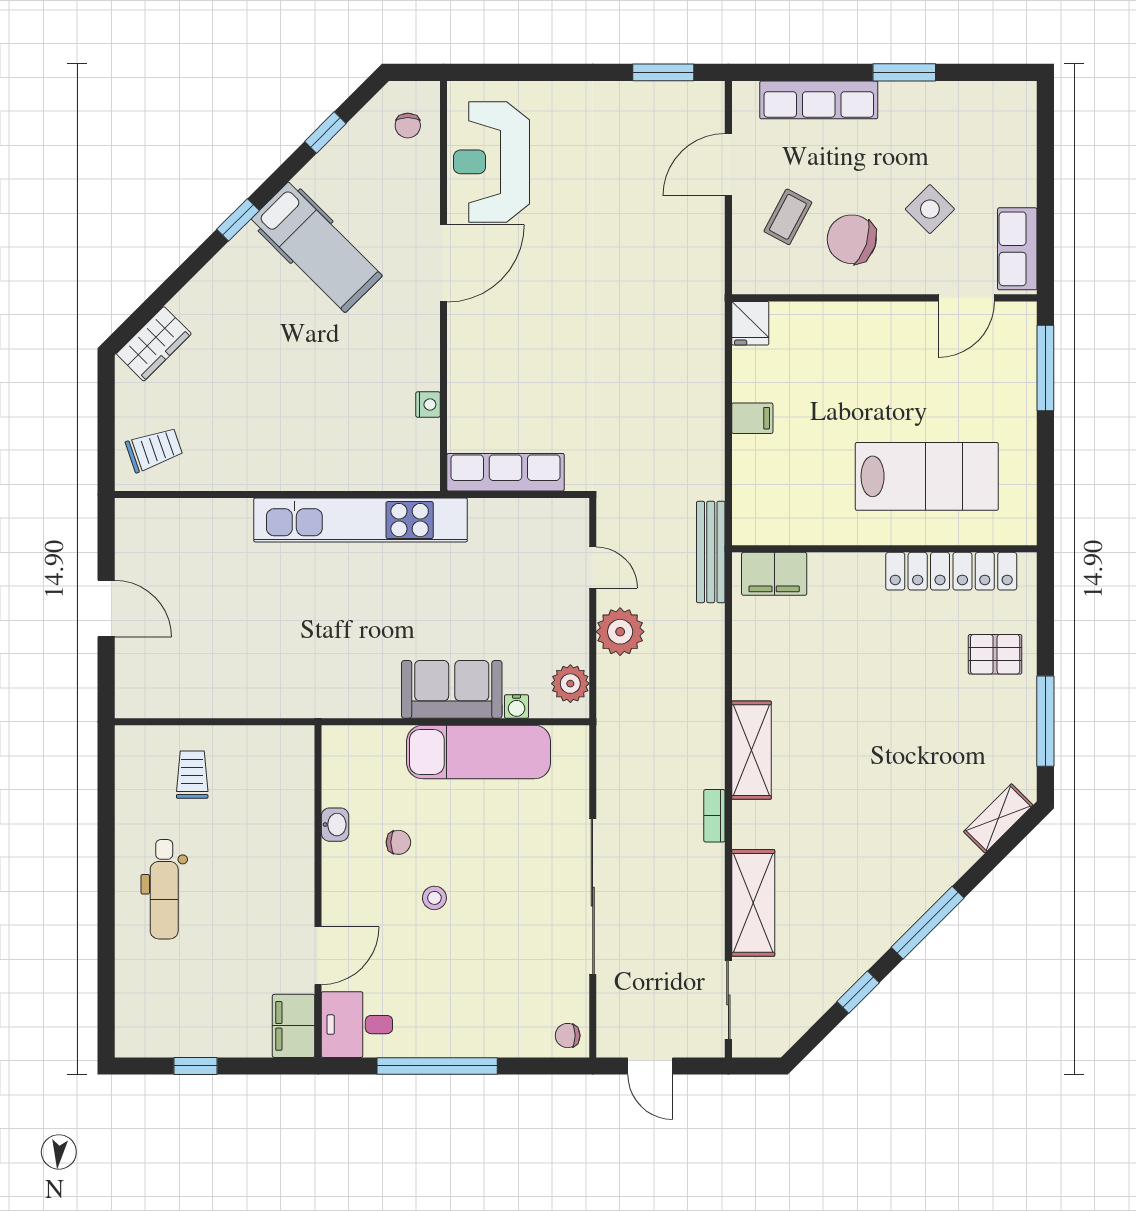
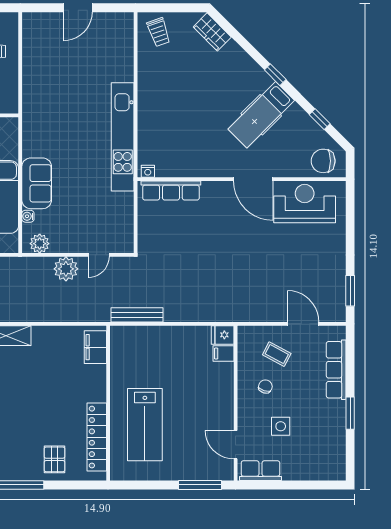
chair: (408, 126) -> (323, 161), width x1.87, depth x1.87
side table: (930, 209) -> (281, 426), turned 45
chair: (852, 239) -> (265, 387), width x0.54, depth x0.54
nightstand: (428, 404) -> (148, 171), moved
filing cabinet: (752, 418) -> (223, 354), moved, turned 90
row of seats: (505, 472) -> (171, 190), moved, turned 90
bench: (711, 552) -> (137, 315), moved

